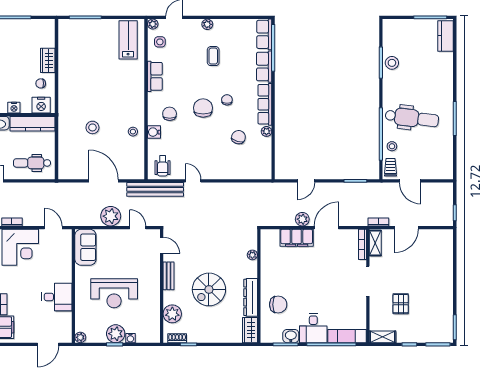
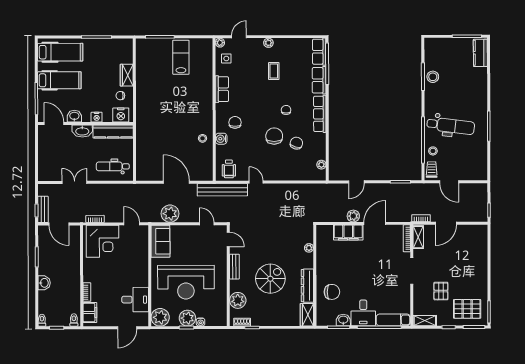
lab bench: (128, 40) -> (181, 57), moved
chair: (203, 108) -> (274, 136), moved
stool: (92, 127) -> (167, 135), removed
plant: (266, 131) -> (321, 165), moved
plant: (111, 216) -> (170, 214), moved
spiral stairs: (209, 289) -> (270, 279), turned 180
reception desk: (114, 293) -> (186, 282), width x1.36, depth x1.30
desk: (57, 297) -> (135, 300), moved
pallet: (430, 324) -> (467, 309), added
plant: (80, 337) -> (160, 317), width x1.88, depth x1.88

